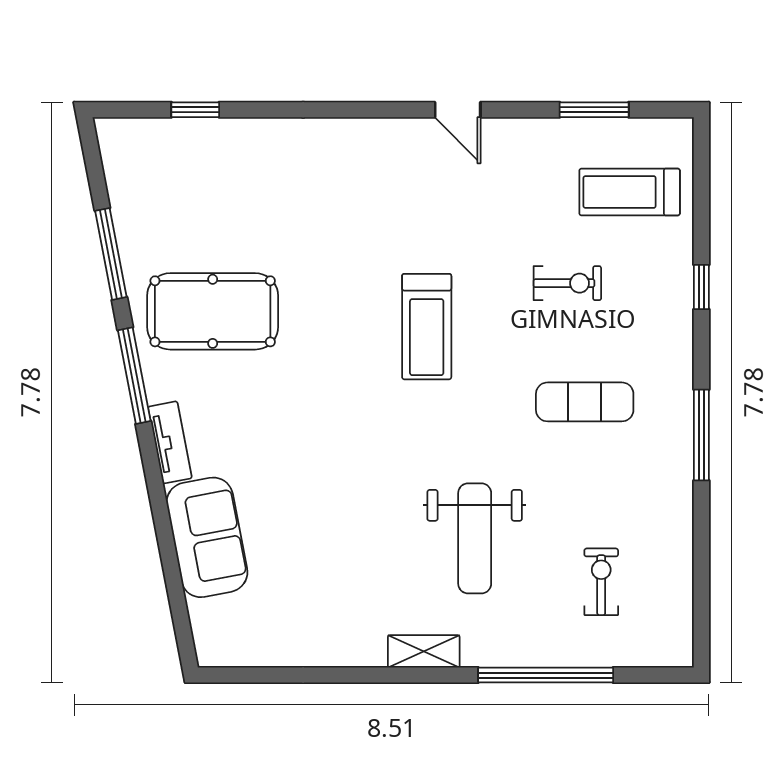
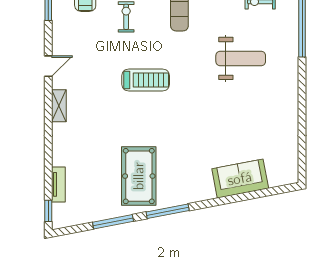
window: (195, 110) -> (48, 211), moved
tv unit: (170, 442) -> (58, 184), moved, turned 101
shelving: (424, 651) -> (59, 106), moved

